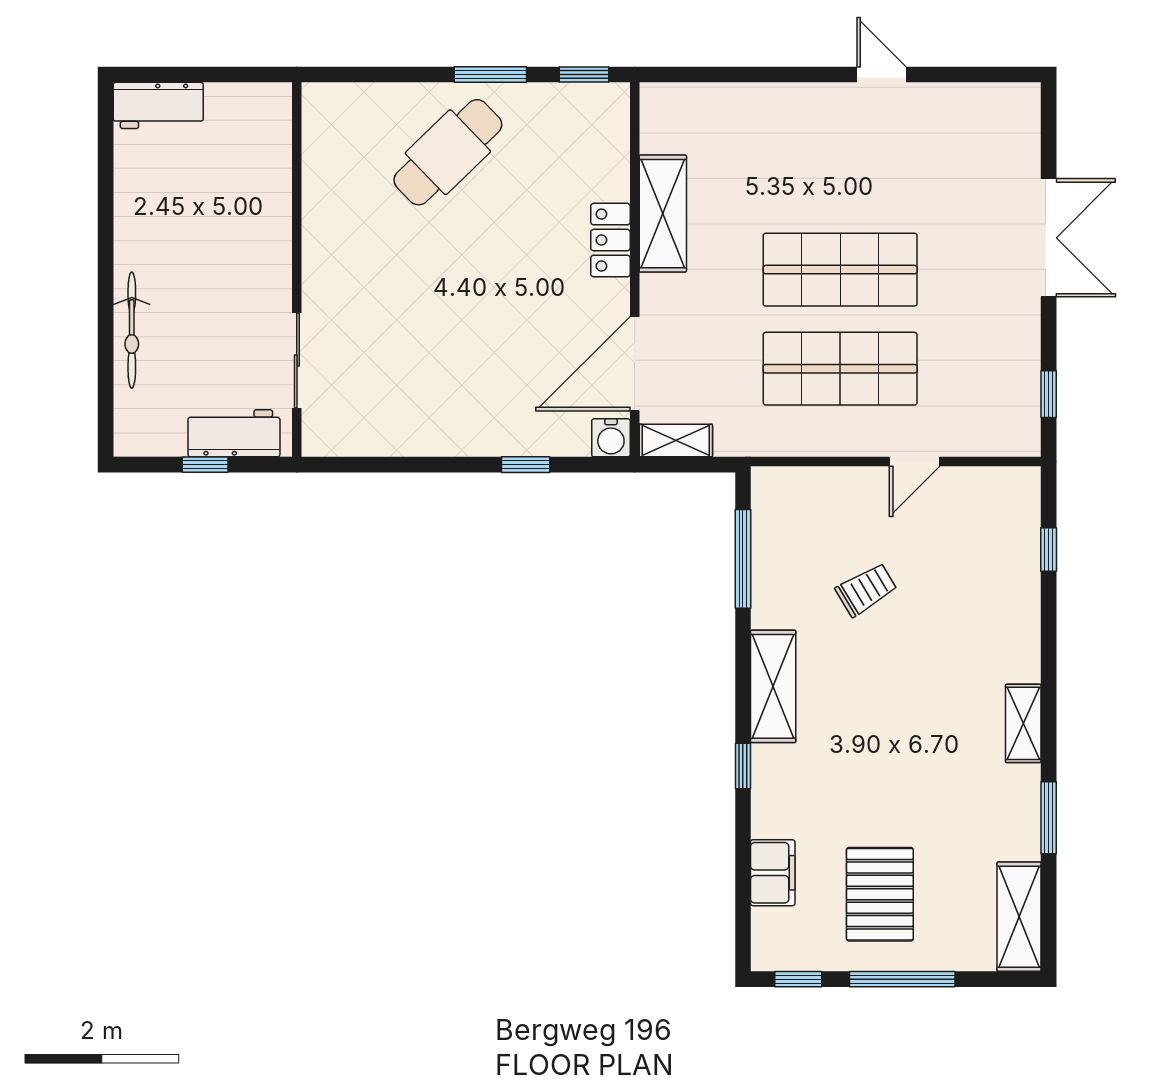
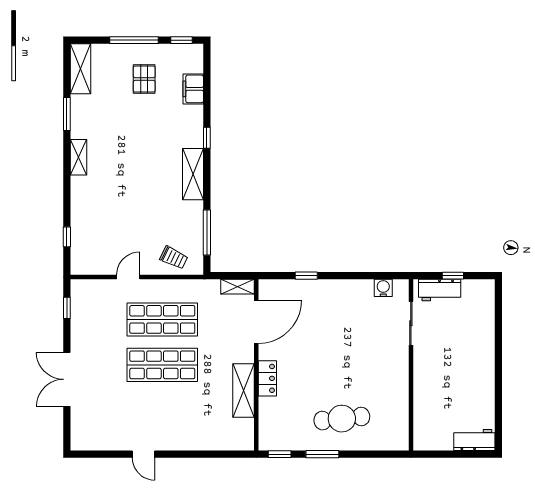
cafe table: (448, 152) -> (342, 419), turned 38
bicycle: (132, 330) -> (486, 337), removed
water cooler: (611, 438) -> (383, 288), moved
trolley: (866, 590) -> (174, 258), moved, turned -123
pallet: (880, 894) -> (144, 79), width x0.67, depth x0.71

